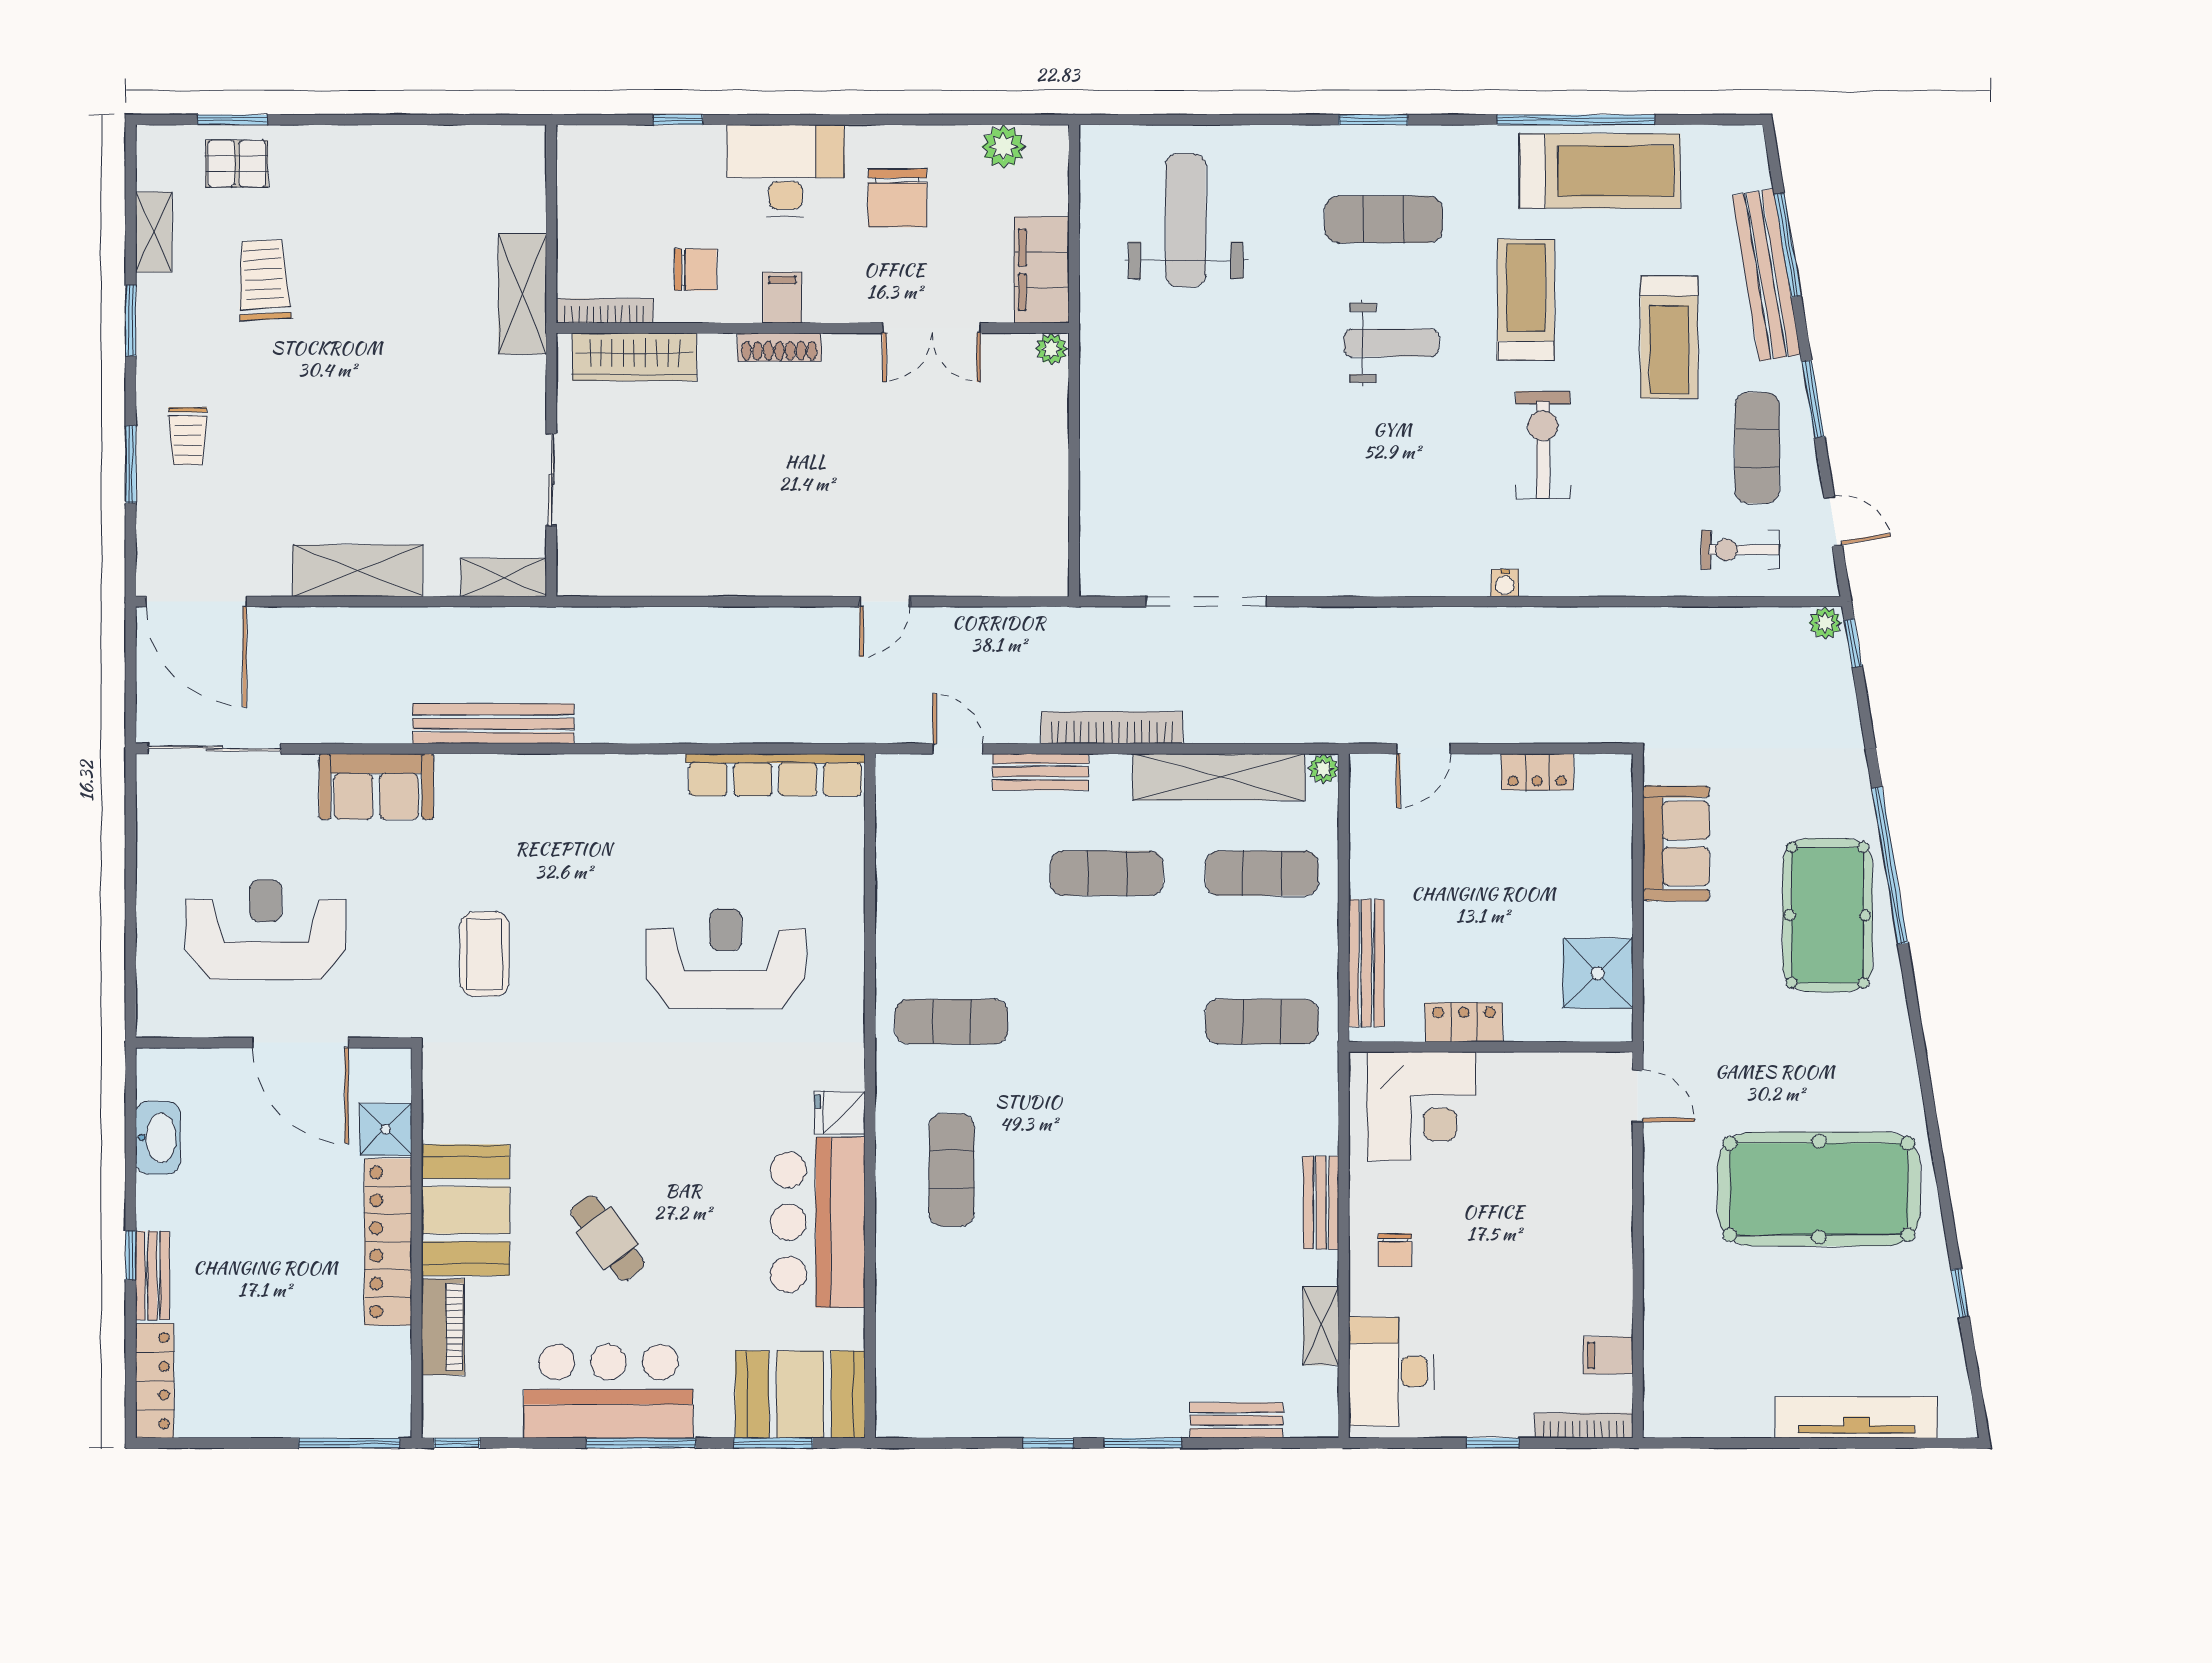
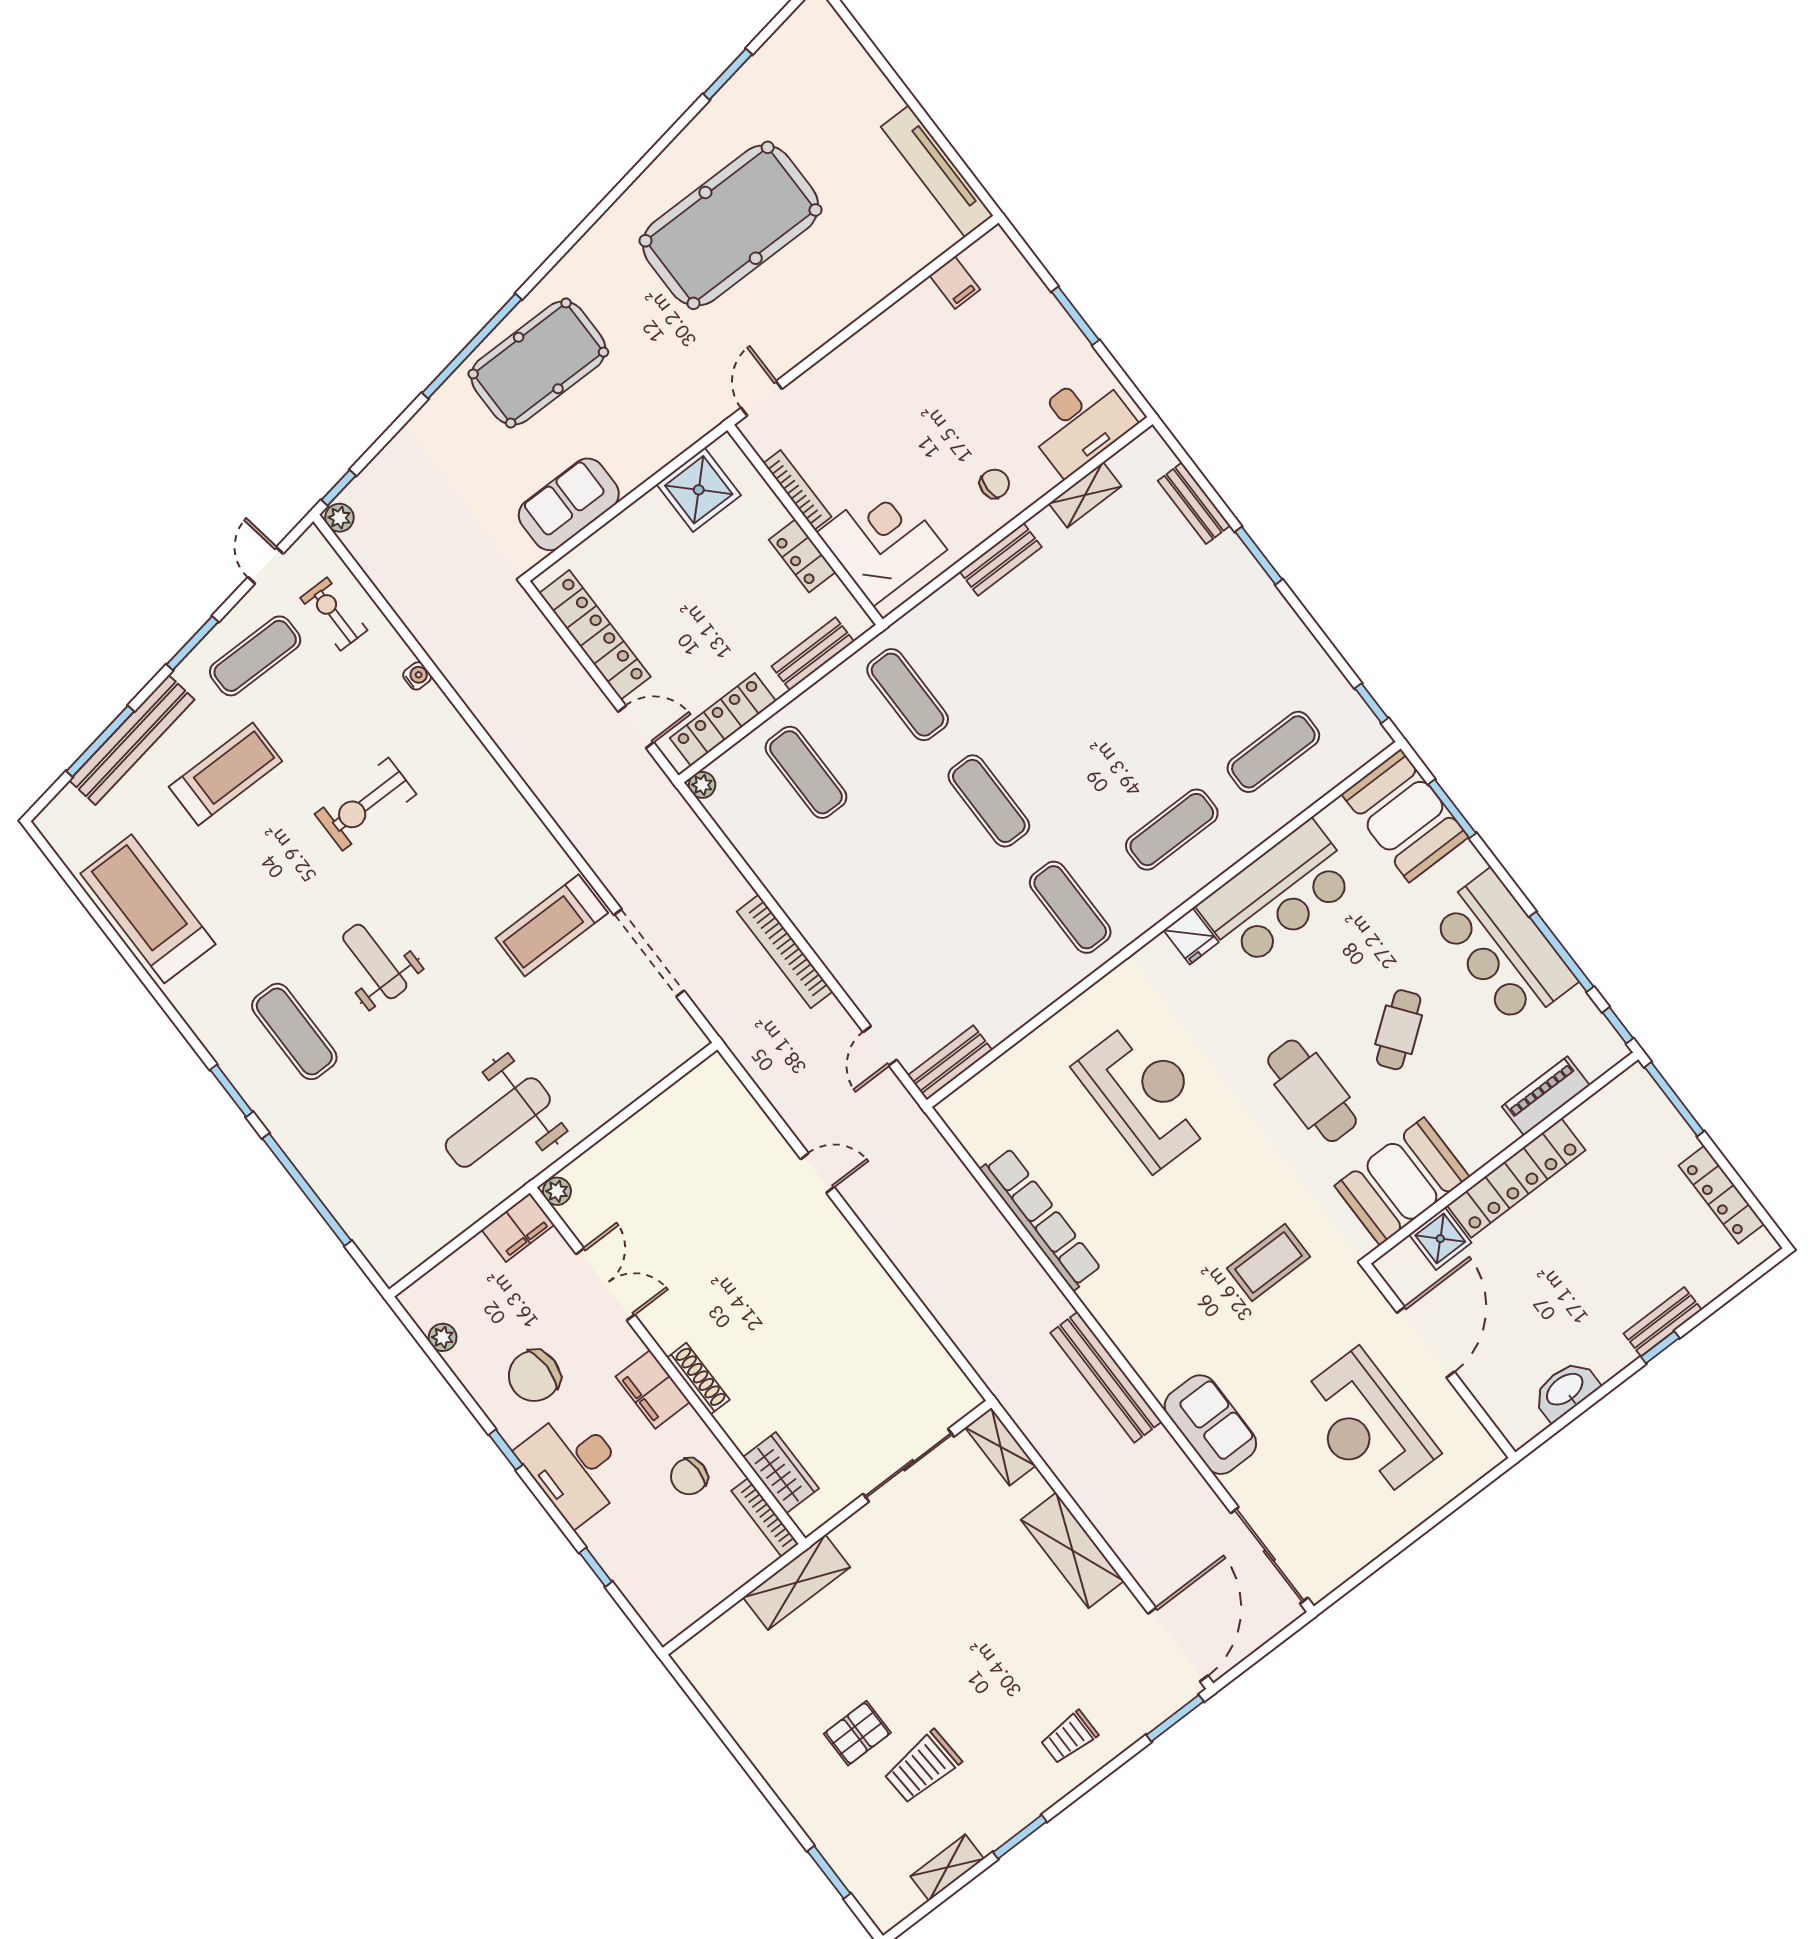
window: (849, 120) -> (506, 1450), added
window: (1576, 120) -> (307, 1190), moved
plant: (1003, 147) -> (443, 1337), width x0.73, depth x0.73
pallet: (237, 164) -> (857, 1733), moved, turned 90
chair: (897, 198) -> (534, 1376), turned 180
weight bench: (1186, 220) -> (498, 1123), moved
chair: (696, 270) -> (689, 1476), turned -90
filing cabinet: (1042, 270) -> (518, 1227), width x0.67, depth x0.86
filing cabinet: (782, 298) -> (653, 1389), width x2.00
treadmill: (1526, 300) -> (552, 925), moved
wardrobe: (634, 357) -> (781, 1473), width x0.67
trolley: (188, 436) -> (1069, 1737), turned 180
window: (131, 464) -> (1175, 1718), moved
sliding door: (551, 480) -> (909, 1465), width x1.37
exercise bike: (1740, 550) -> (334, 614), turned 180
water cooler: (1505, 583) -> (417, 676), moved
bench: (1040, 772) -> (950, 1063), moved, turned 90
locker: (1537, 772) -> (595, 635), width x2.16, depth x1.21
row of seats: (775, 775) -> (1041, 1219), moved
shelving: (1219, 777) -> (763, 852), removed
locker: (1369, 834) -> (723, 720), added
exercise mat: (1107, 873) -> (989, 801), moved
reception desk: (726, 959) -> (1145, 1095), turned 180
bench: (1366, 963) -> (813, 654), width x0.73
cafe table: (612, 1115) -> (1312, 1091), added
pool table: (1819, 1189) -> (731, 225), turned 90
booth: (465, 1210) -> (1402, 1181), moved
window: (1960, 1293) -> (728, 74), width x1.50
exercise mat: (952, 1318) -> (1273, 752), added
locker: (155, 1381) -> (1721, 1195), moved, turned -90
tv unit: (1857, 1417) -> (937, 171), moved
bookcase: (1584, 1425) -> (797, 490), moved, turned 180
window: (641, 1443) -> (1561, 952), moved
window: (1048, 1443) -> (1371, 703), moved
window: (1493, 1443) -> (1075, 316), width x1.50

